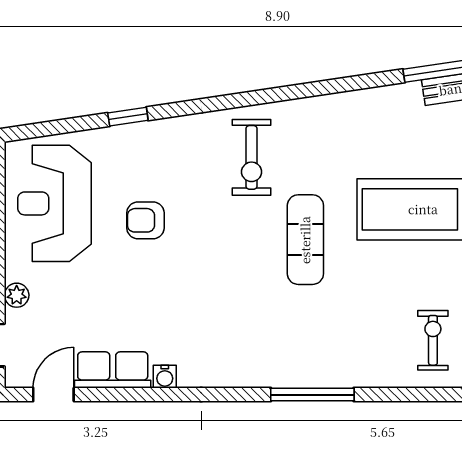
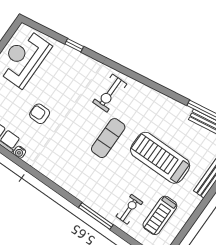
armchair: (145, 220) -> (40, 114), moved
window: (312, 395) -> (96, 216), moved

